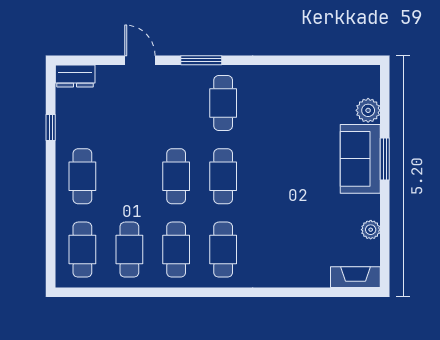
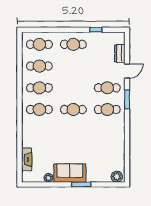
dresser: (75, 76) -> (120, 54), moved
plant: (368, 110) -> (117, 177), moved
sofa: (360, 159) -> (70, 173), moved
cafe table: (176, 176) -> (107, 88), moved
fireplace: (355, 277) -> (27, 159), moved

